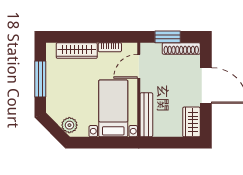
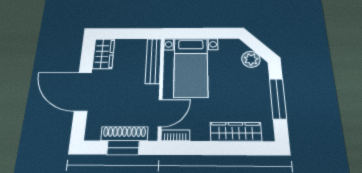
bookcase: (110, 47) -> (175, 135), moved
shoe rack: (181, 48) -> (124, 134), moved
plant: (69, 125) -> (251, 59), moved

